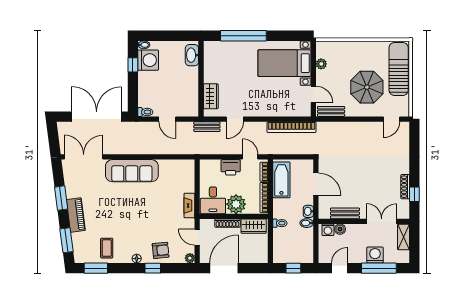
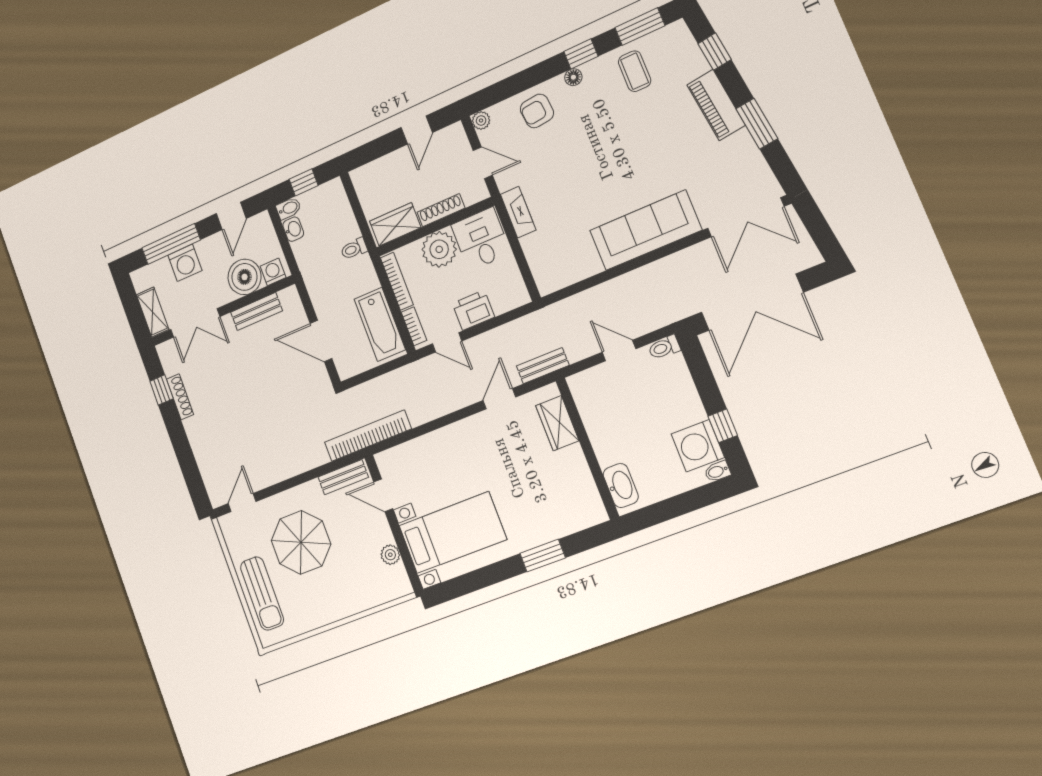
window: (243, 36) -> (543, 556), width x0.47
sun lounger: (399, 69) -> (262, 593), width x0.73, depth x0.75
bookcase: (291, 127) -> (368, 436), moved
washbasin: (308, 211) -> (293, 229), moved
bidet: (307, 223) -> (289, 208), moved
boiler: (340, 229) -> (245, 277), width x1.86, depth x1.86
window: (67, 240) -> (715, 52), width x0.67
window: (153, 268) -> (581, 54), moved
door: (224, 268) -> (417, 130), width x0.53

